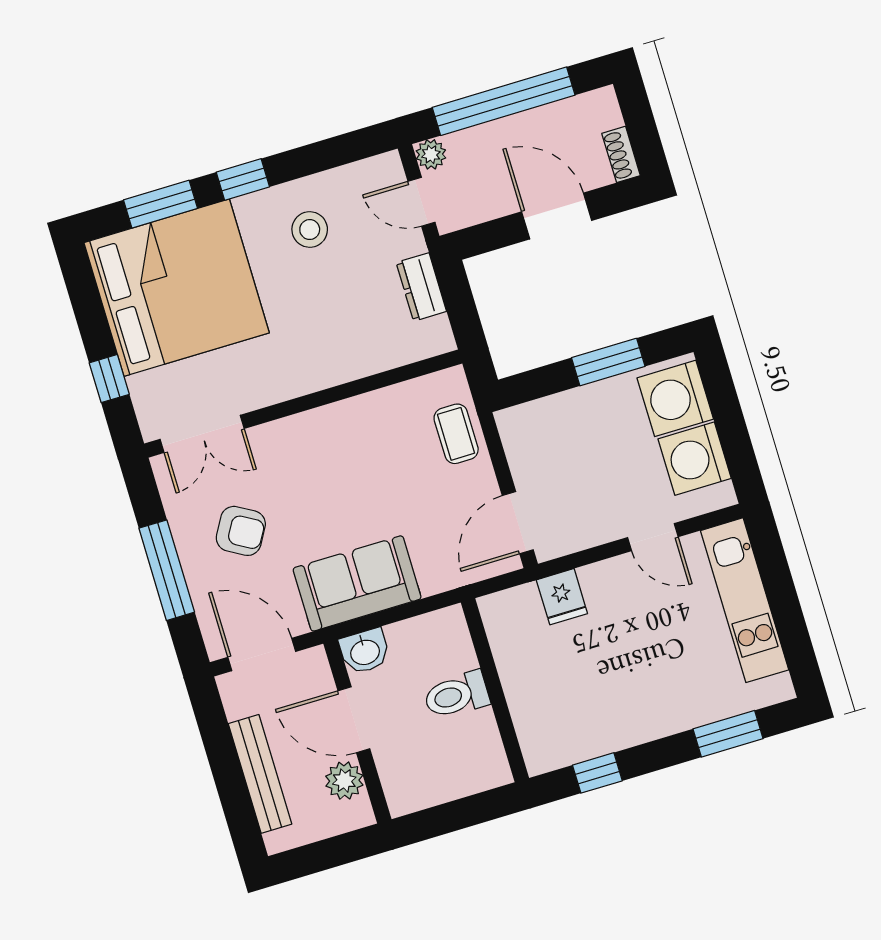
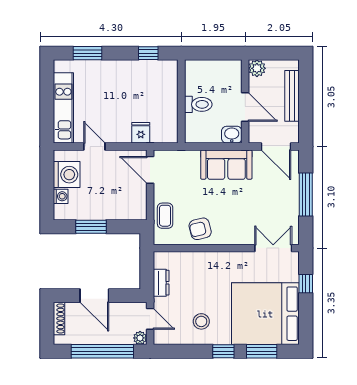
shoe rack: (621, 154) -> (59, 318), width x1.43
washing machine: (675, 398) -> (61, 196), width x0.53, depth x0.53
door: (518, 523) -> (150, 170), swing flipped
armchair: (241, 531) -> (200, 229), moved, turned -44
plant: (344, 781) -> (257, 68), moved

